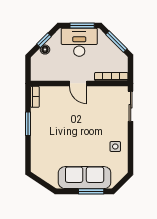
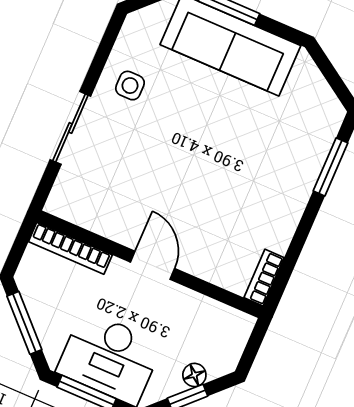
sliding door: (131, 106) -> (70, 128), moved
window: (28, 124) -> (330, 167), moved

